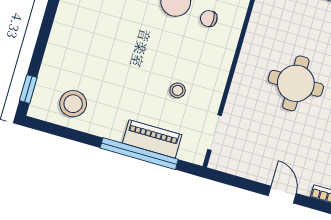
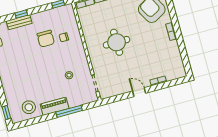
piano: (152, 139) -> (55, 106), moved
window: (139, 154) -> (69, 111), width x0.68

